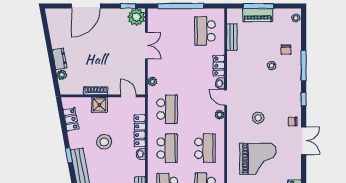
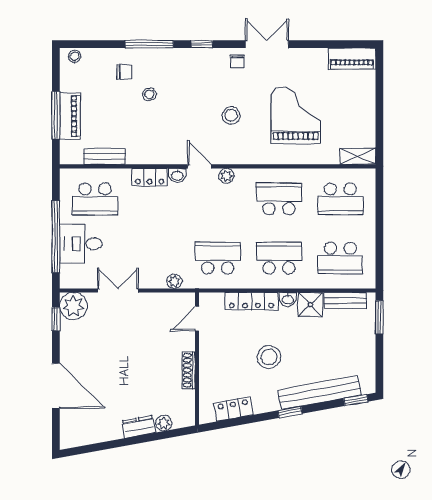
desk: (176, 22) -> (81, 244), added
door: (226, 98) -> (200, 166), swing flipped
shower: (99, 105) -> (310, 305), moved

